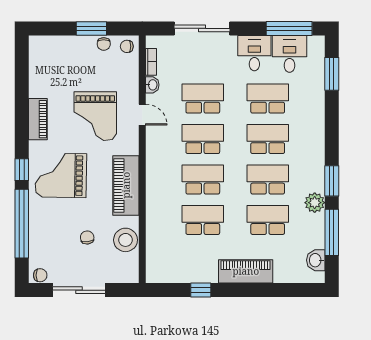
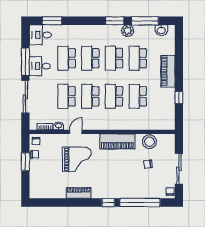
window: (289, 28) -> (25, 62), moved
desk: (289, 54) -> (40, 35), moved
grand piano: (61, 175) -> (112, 180), removed

